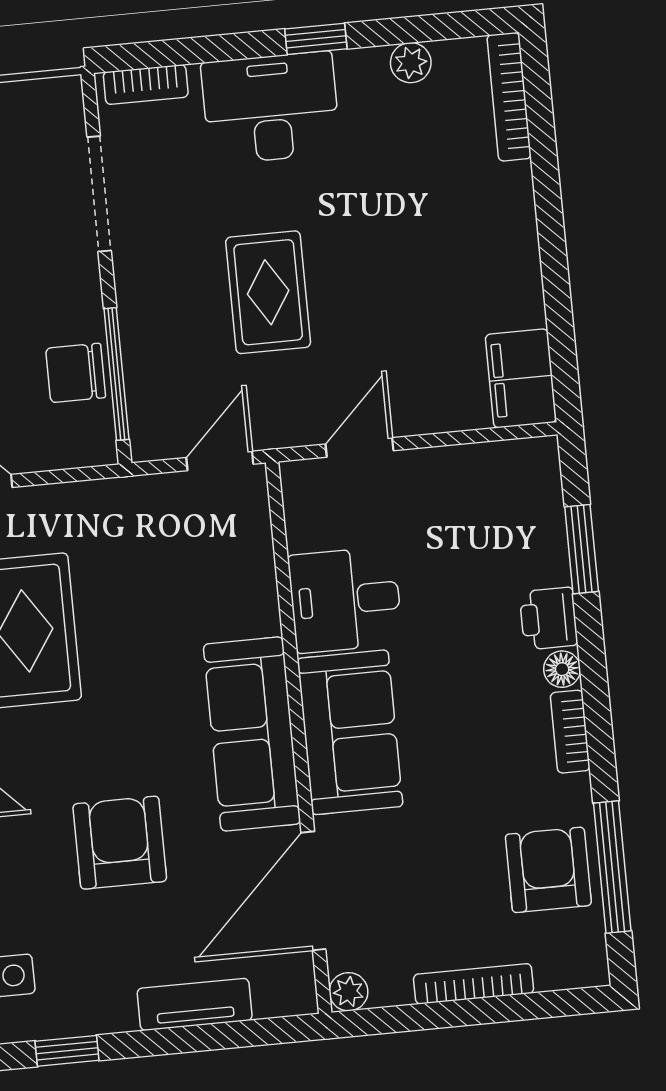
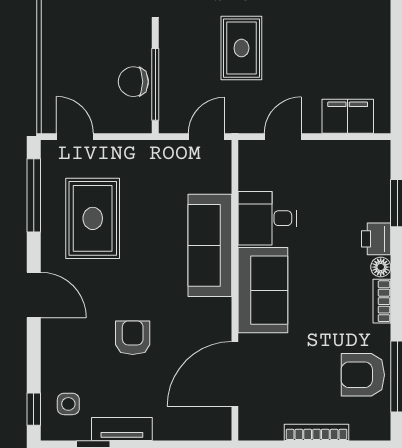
filing cabinet: (521, 378) -> (348, 116), moved, turned 90
sofa: (252, 734) -> (210, 245), moved
armchair: (120, 843) -> (133, 338), width x0.72, depth x0.72
armchair: (548, 870) -> (363, 375), turned -90
plant: (349, 992) -> (249, 430), removed
tv unit: (195, 1004) -> (122, 429), moved

